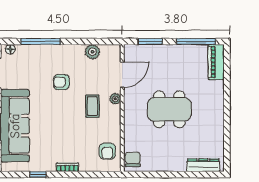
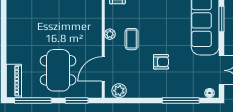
plant: (92, 52) -> (119, 91), moved
plant: (115, 99) -> (110, 34), moved
dining table: (169, 109) -> (58, 70), moved, turned 90

